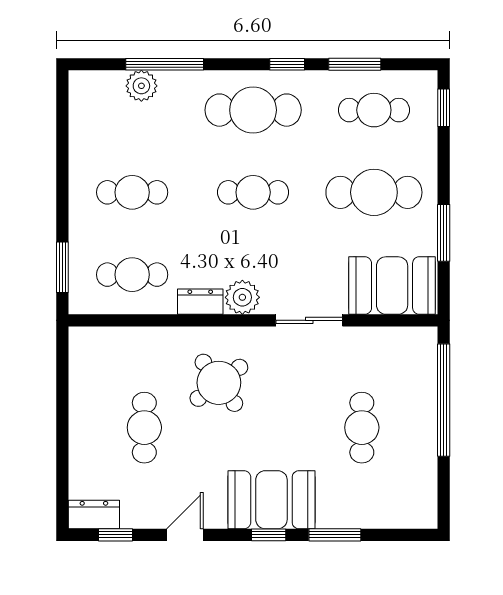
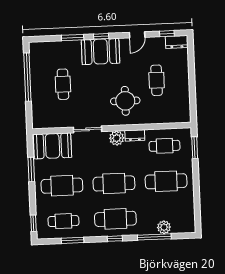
window: (287, 64) -> (115, 239), moved
cafe table: (132, 192) -> (166, 181), width x1.37, depth x1.35
cafe table: (253, 192) -> (114, 183), width x1.37, depth x1.35
round table: (219, 383) -> (125, 101), turned 37
window: (444, 400) -> (27, 77), moved

